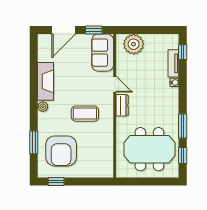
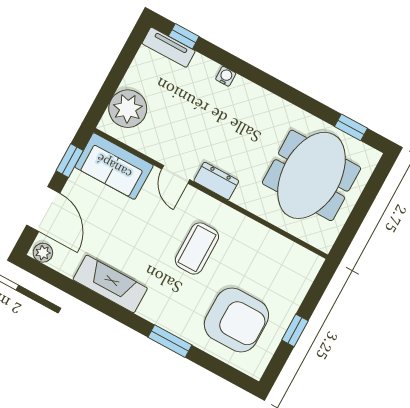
tv unit: (173, 63) -> (169, 47), moved
door: (115, 84) -> (176, 174), swing flipped
plant: (43, 107) -> (43, 253), moved
window: (183, 126) -> (303, 101), removed
window: (34, 142) -> (170, 341), moved
window: (56, 182) -> (295, 330), moved

